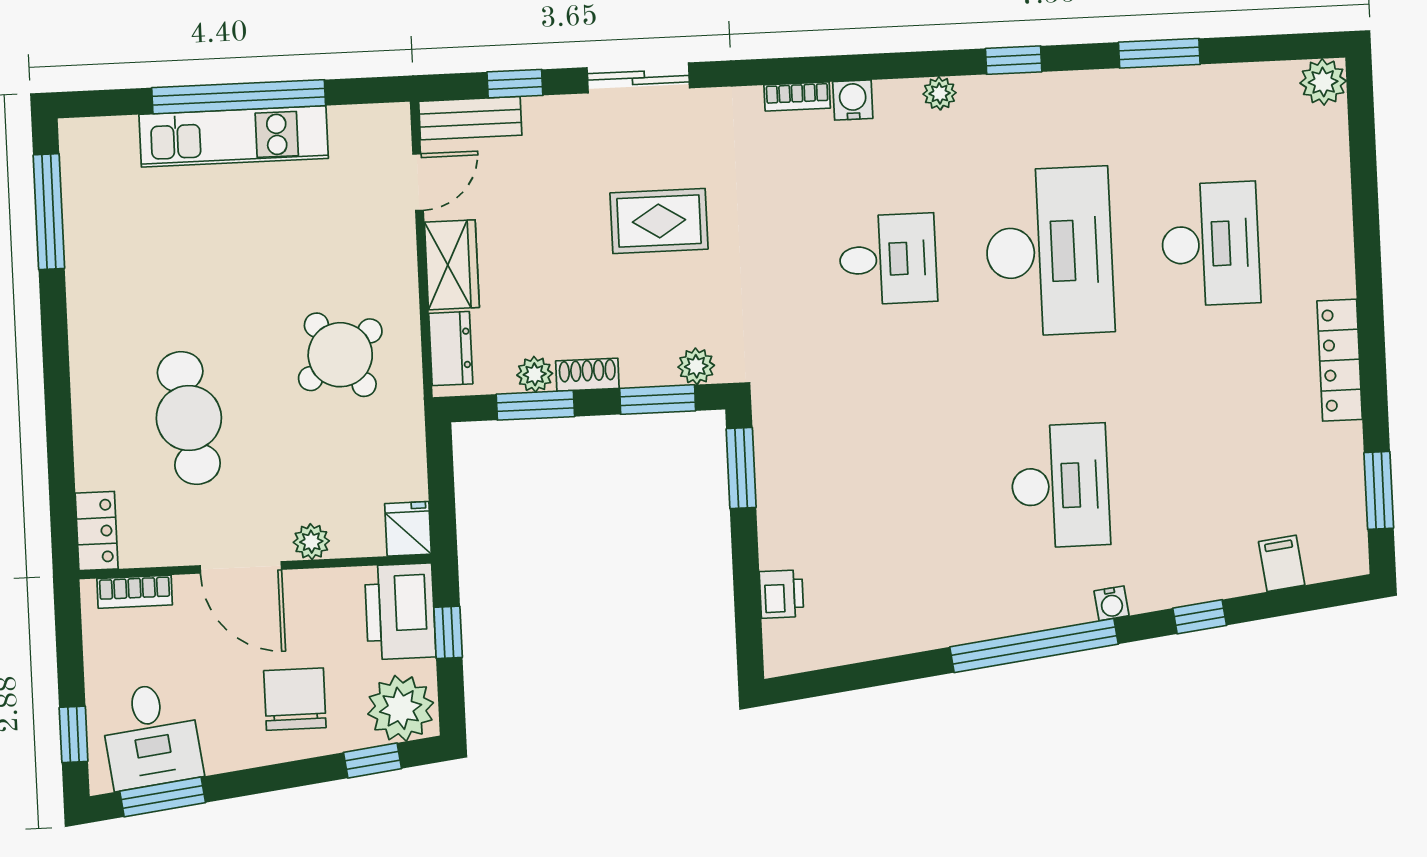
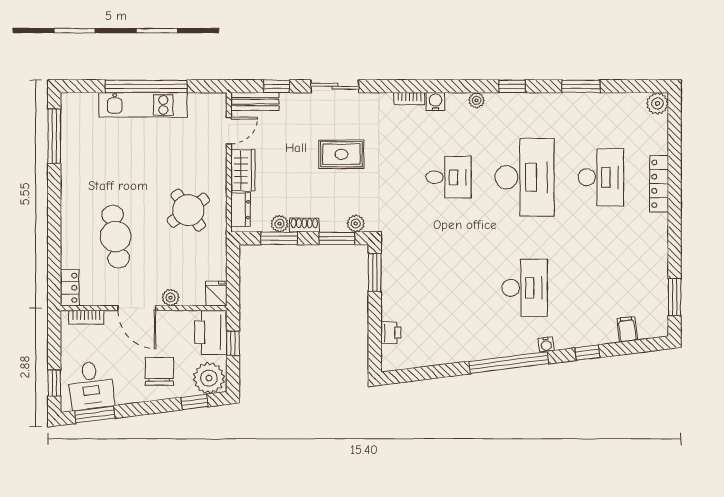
locker: (1340, 360) -> (659, 184), moved

